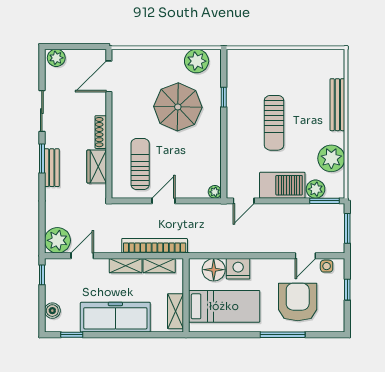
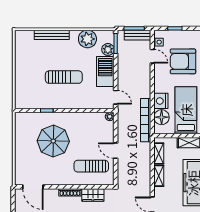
plant: (197, 61) -> (23, 129), removed
bench: (337, 233) -> (137, 35), added
bookcase: (155, 246) -> (146, 120), moved

